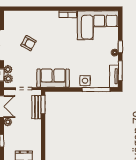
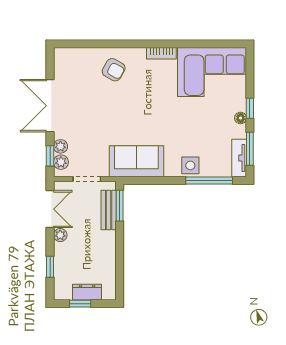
armchair: (29, 43) -> (114, 70), moved

